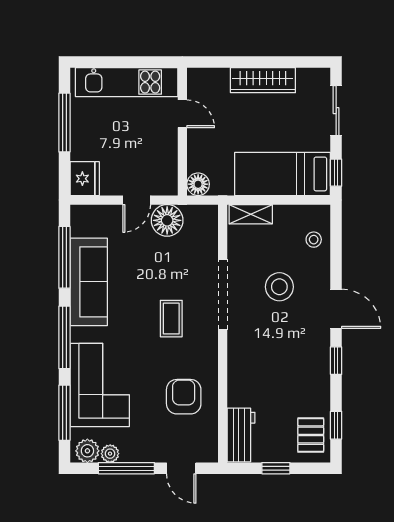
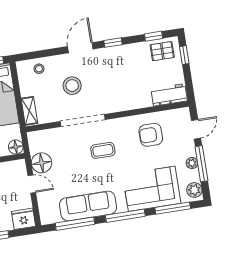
plant: (110, 454) -> (192, 163), moved
window: (276, 468) -> (184, 55), moved

